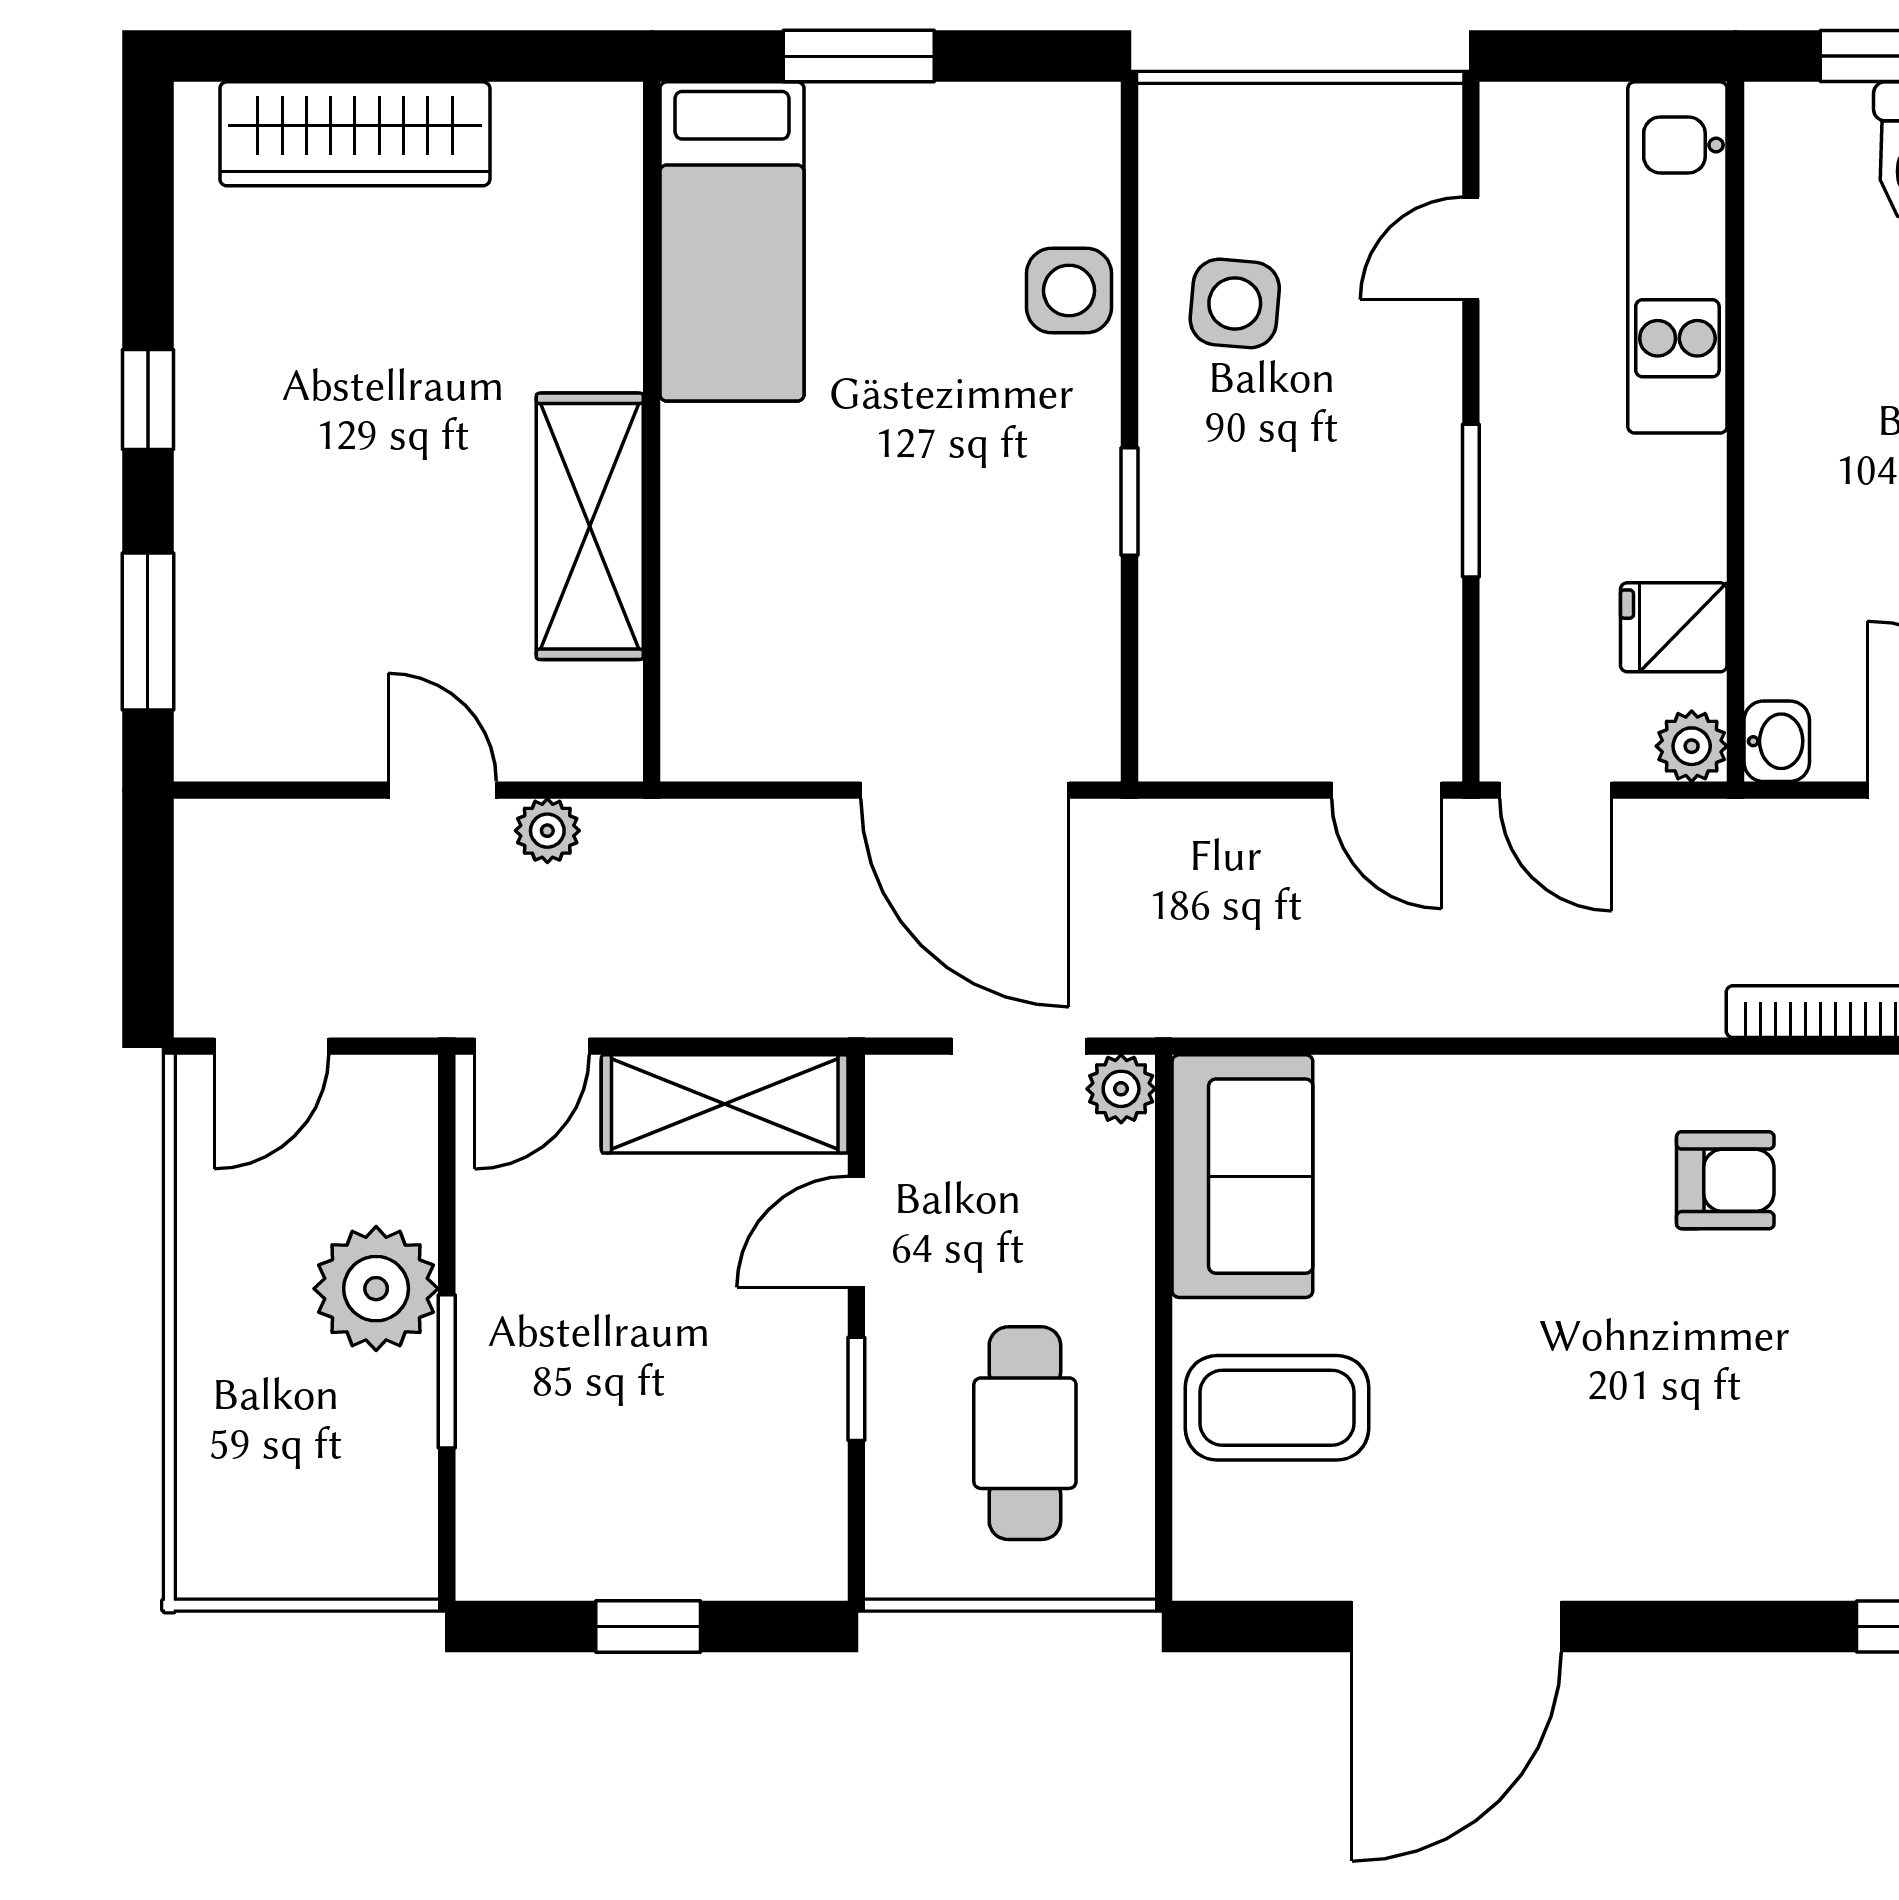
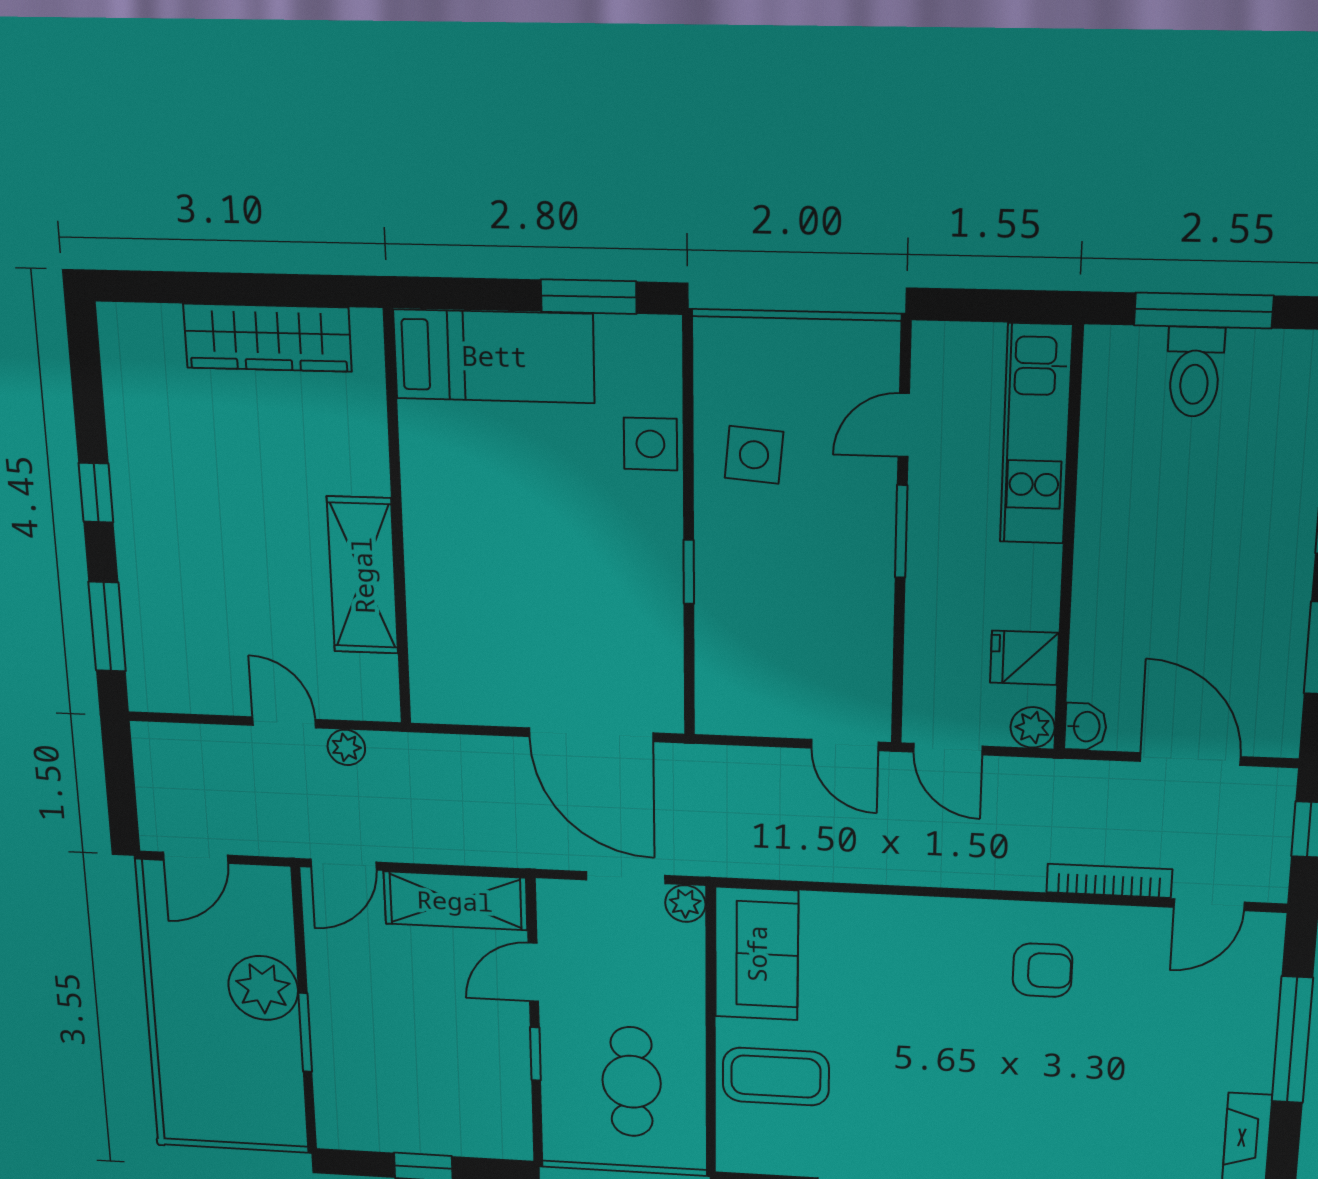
window: (859, 56) -> (589, 297), moved
wardrobe: (355, 134) -> (267, 338), moved
bed: (732, 241) -> (494, 356), moved, turned -90
window: (1471, 501) -> (901, 531), moved

